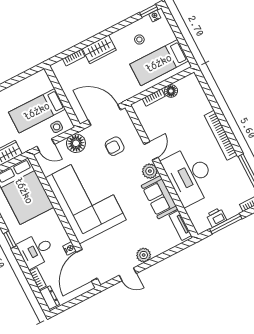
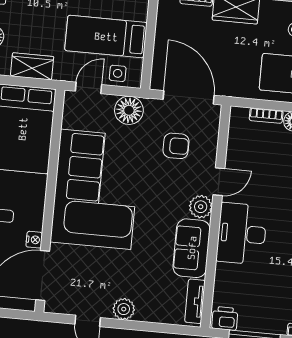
door: (46, 145) -> (88, 88), swing flipped
armchair: (115, 146) -> (176, 146), turned 180
desk: (189, 176) -> (242, 234), width x0.73, depth x0.77
printer: (216, 217) -> (225, 318), moved

